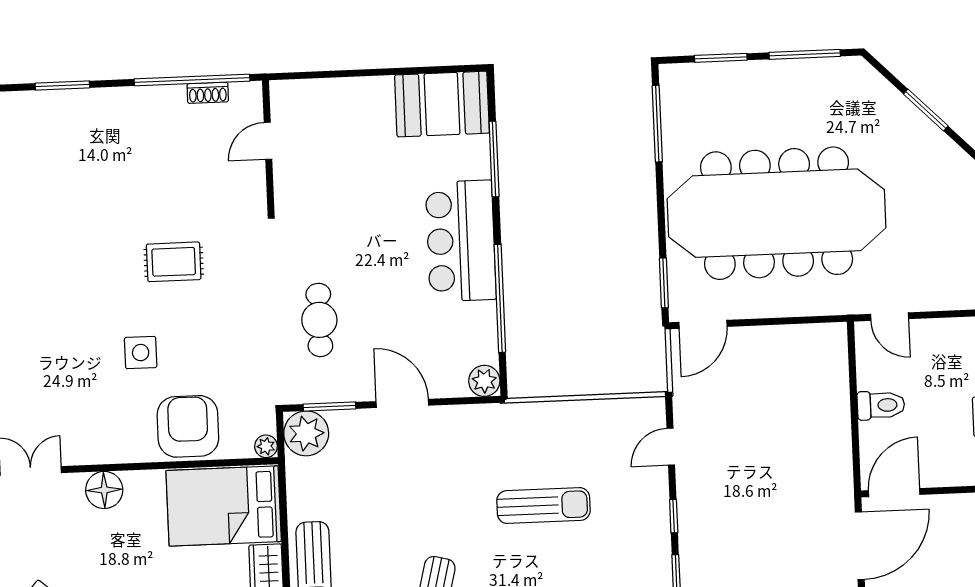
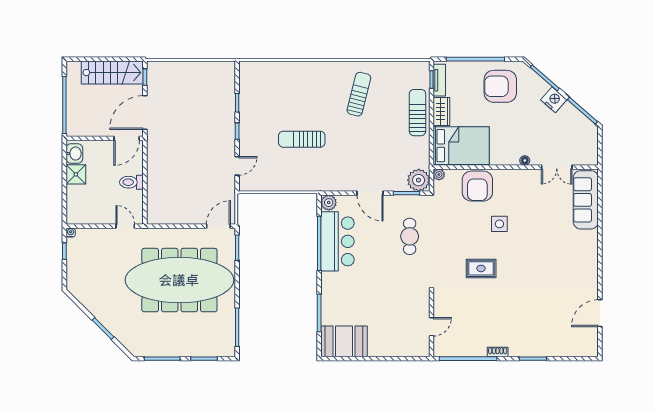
shoe rack: (208, 93) -> (498, 352), moved
bar counter: (461, 241) -> (337, 241), moved
floor lamp: (104, 490) -> (525, 160), width x0.53, depth x0.53

